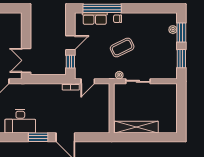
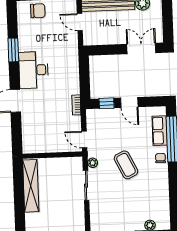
double door: (26, 60) -> (141, 48), moved
door: (88, 81) -> (84, 139), moved
desk: (20, 121) -> (34, 70), moved
window: (38, 137) -> (13, 50), moved

